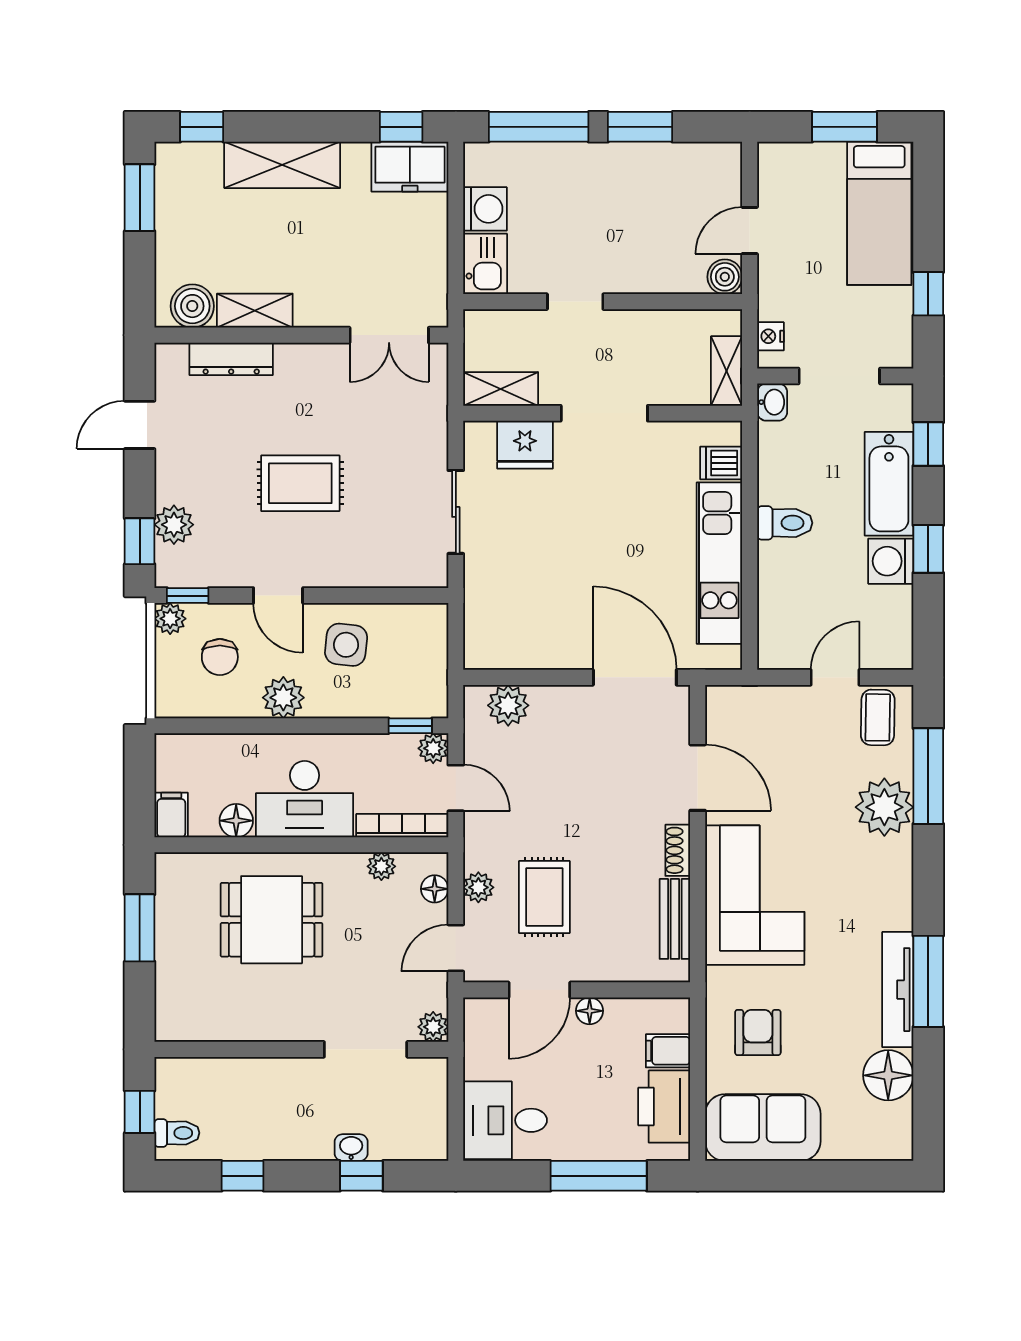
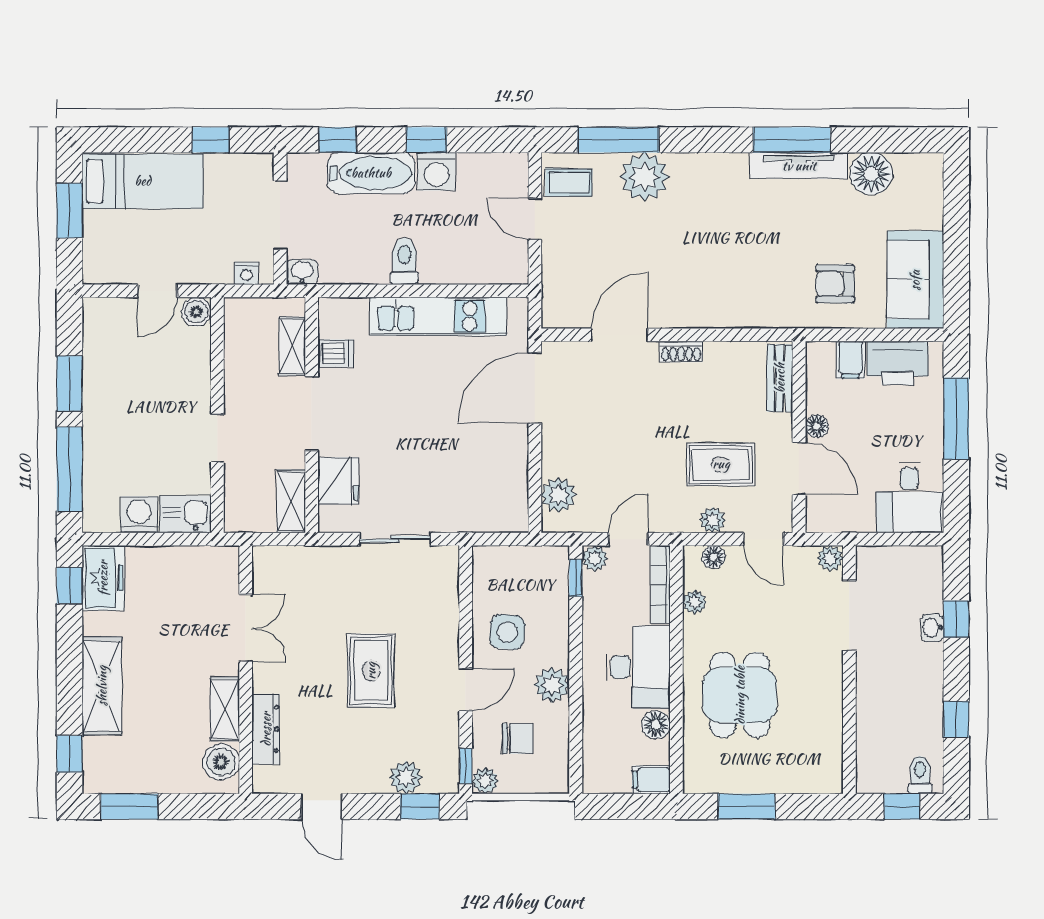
door: (750, 231) -> (157, 291), hinge flipped
double door: (389, 335) -> (246, 628), moved
shelving: (727, 371) -> (292, 346), moved, turned 90
dishwasher: (721, 463) -> (336, 353), moved, turned -90
corner sofa: (755, 895) -> (719, 287), removed
bench: (675, 919) -> (780, 378), moved, turned 90

